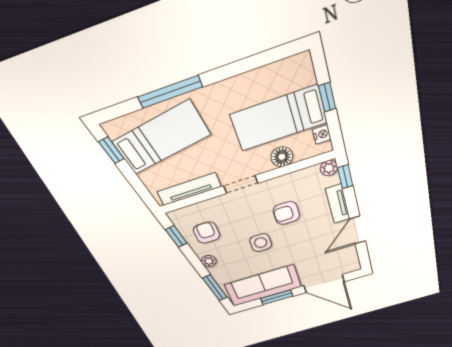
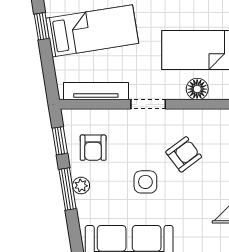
armchair: (286, 213) -> (184, 154), turned 143
armchair: (207, 233) -> (93, 148), turned 180
window: (215, 288) -> (67, 189), moved

